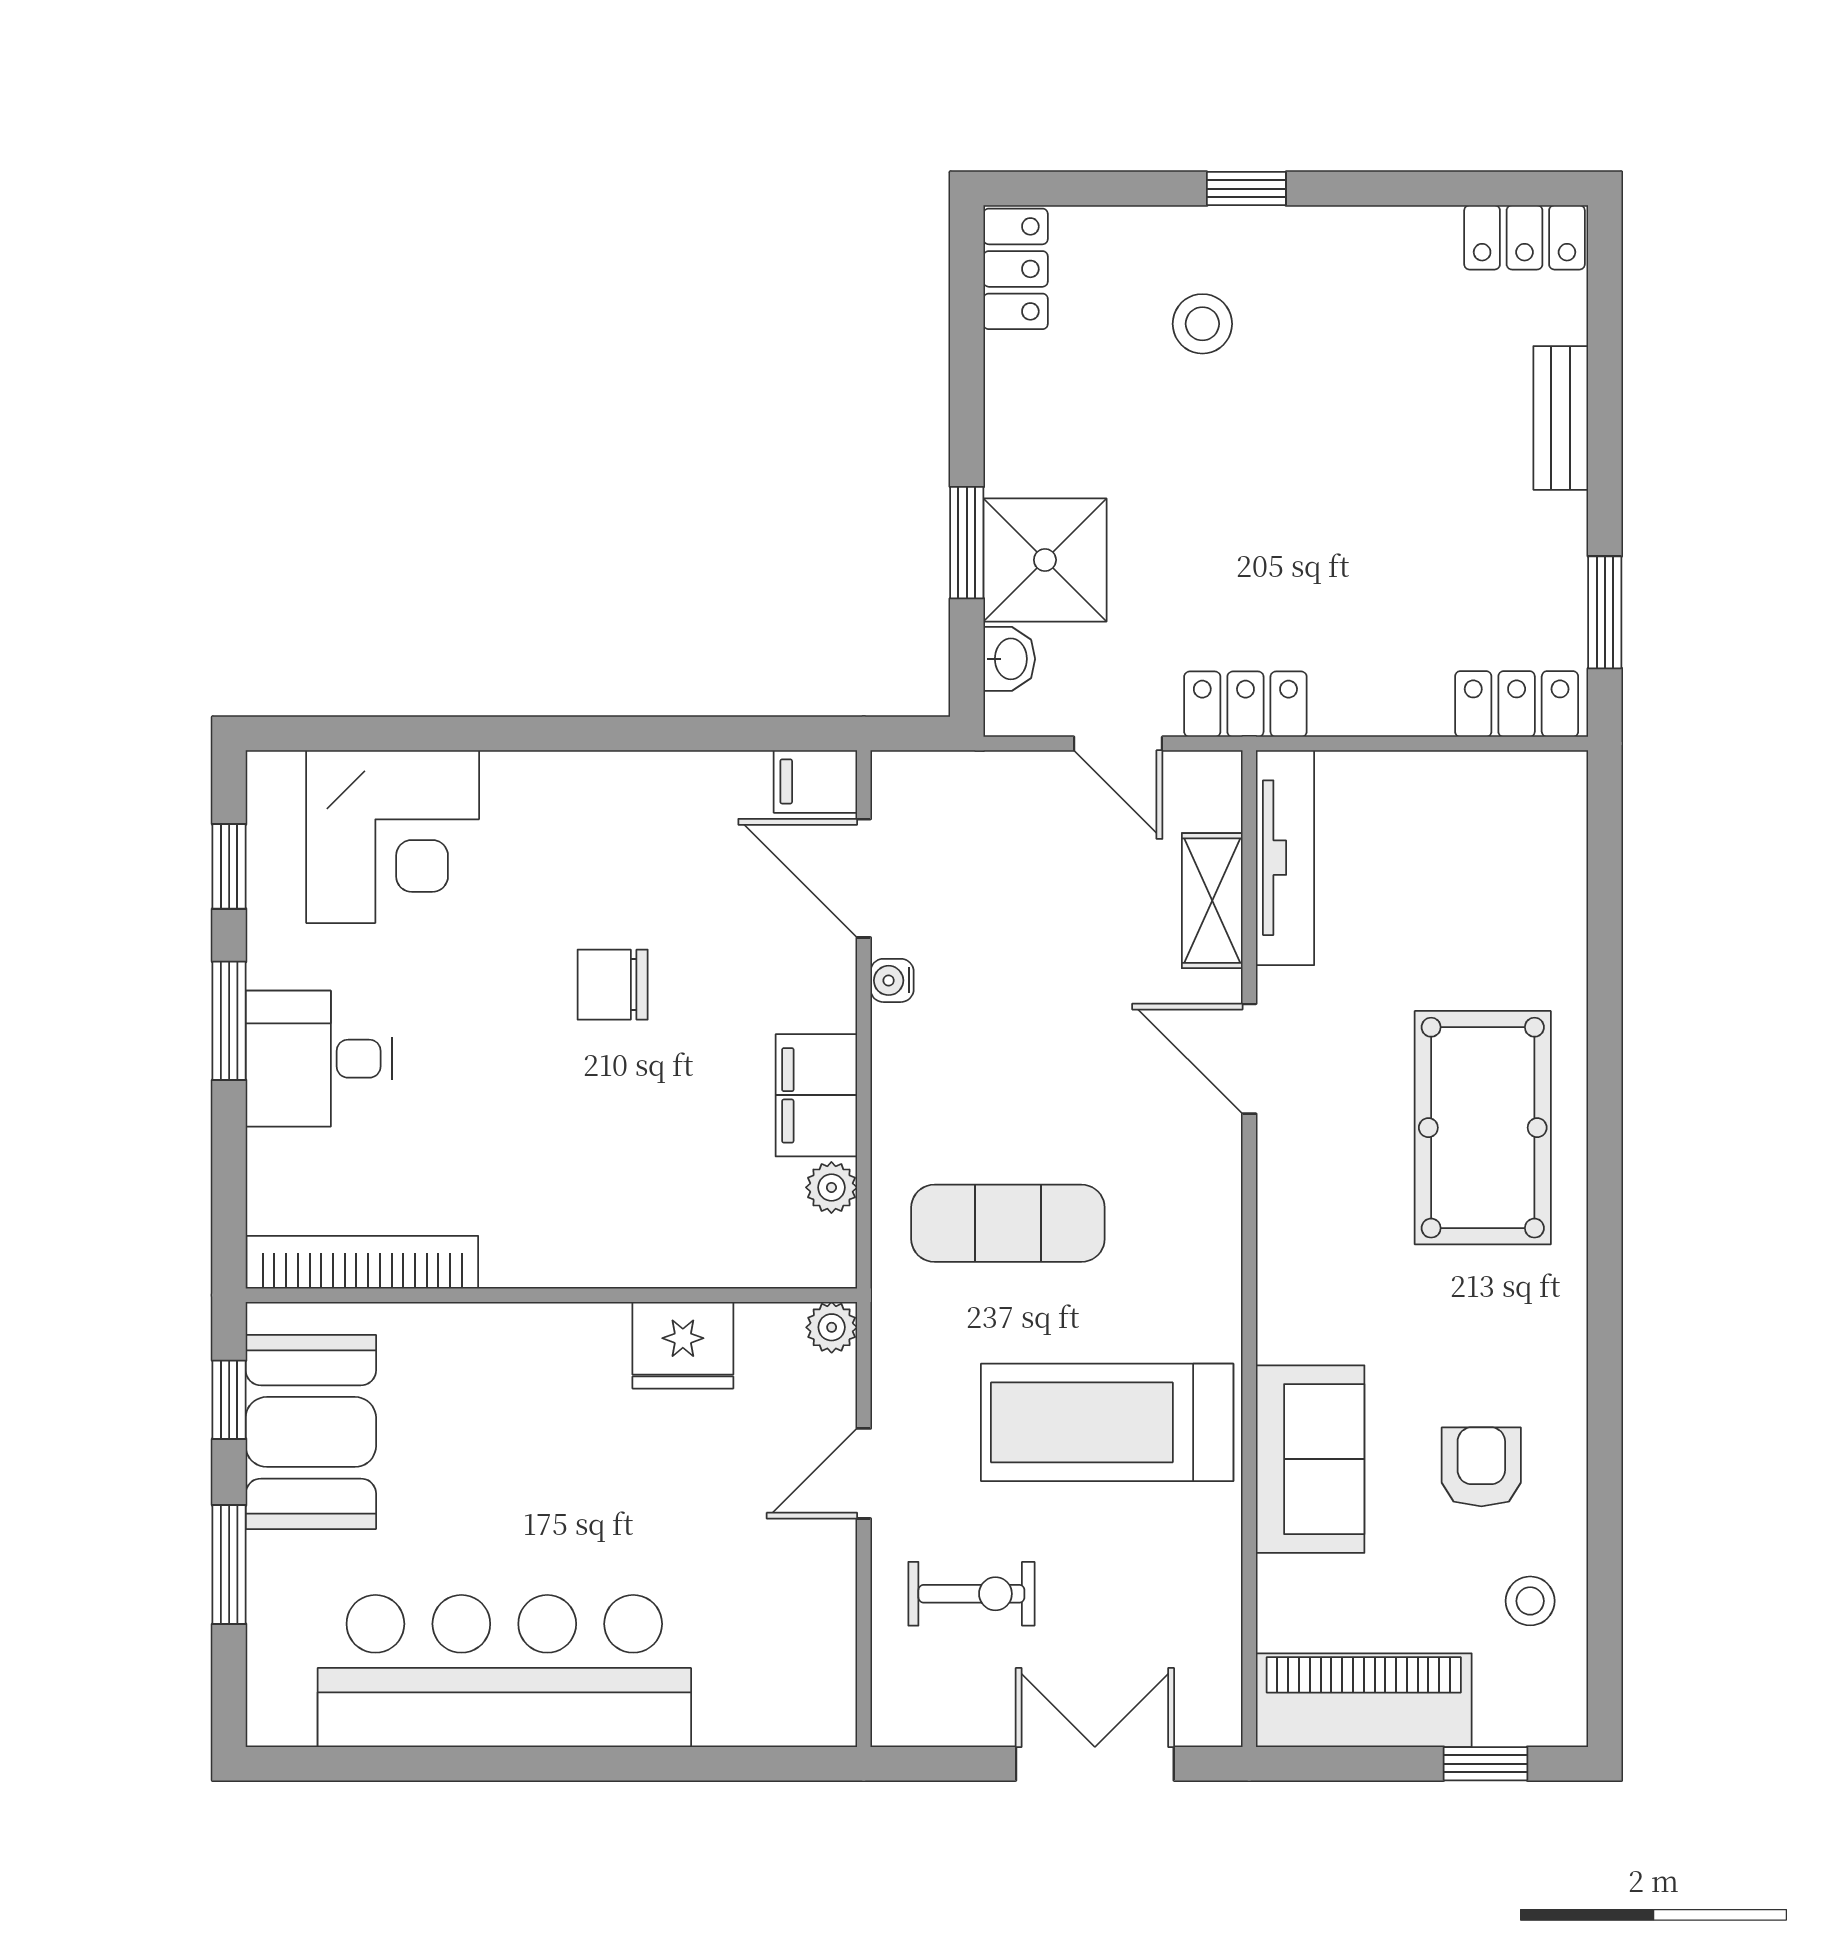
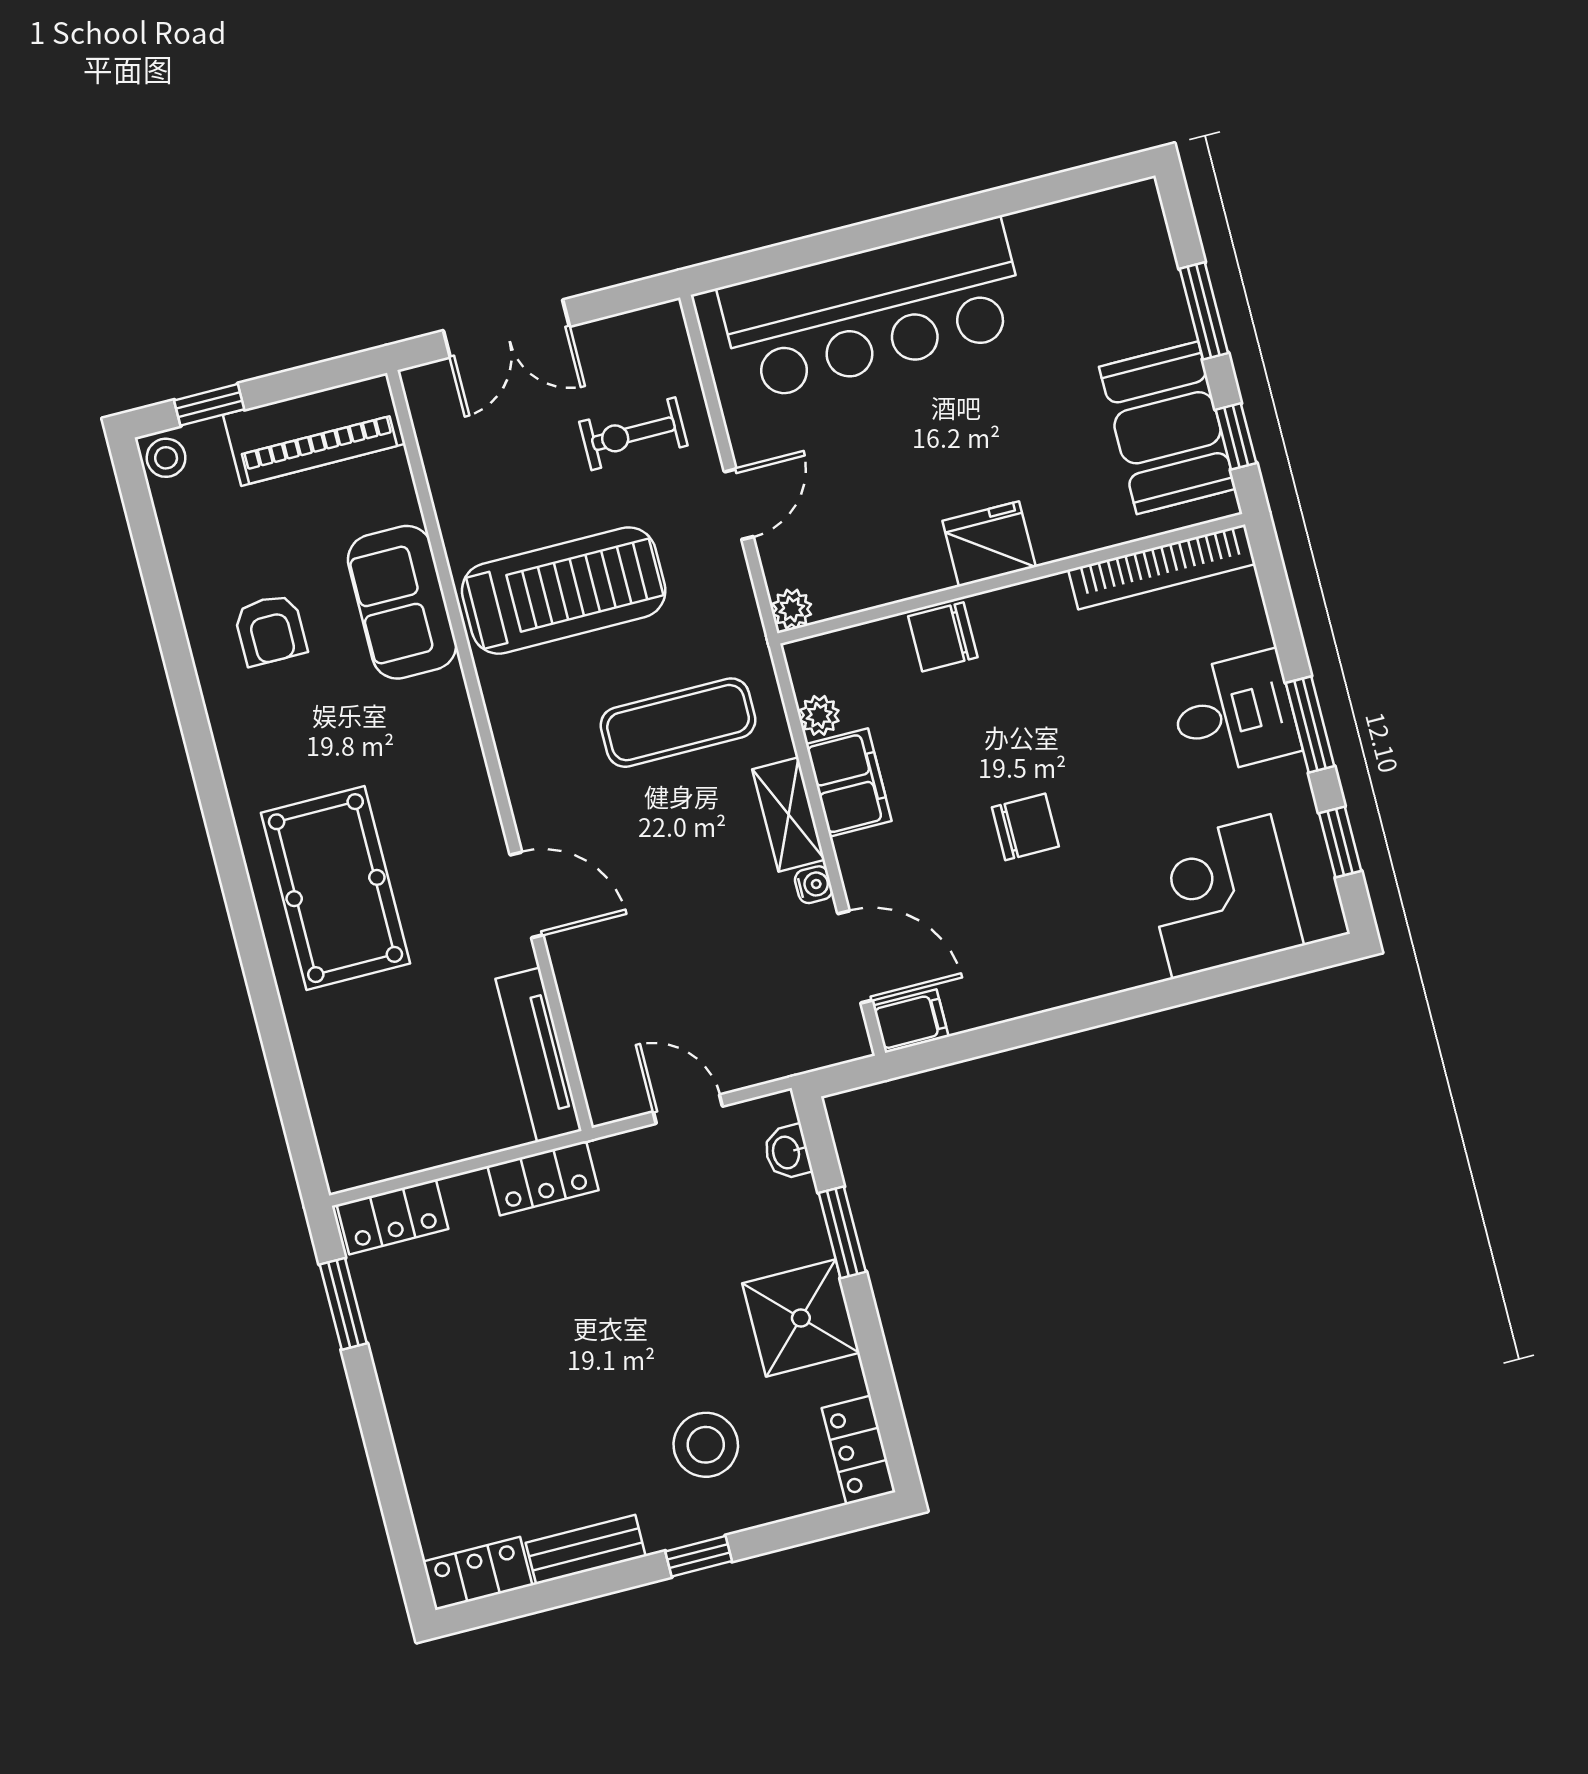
stool: (1202, 324) -> (706, 1445), width x1.38, depth x1.38
bench: (1561, 418) -> (586, 1550), moved, turned 90
shower: (1045, 560) -> (801, 1318), moved
locker: (1245, 704) -> (543, 1178), moved
shelving: (1212, 901) -> (788, 815), moved
chair: (654, 1245) -> (943, 637), added
fridge: (683, 1345) -> (989, 544), moved
stool: (1530, 1601) -> (166, 458), moved
bar counter: (504, 1671) -> (873, 310), moved

